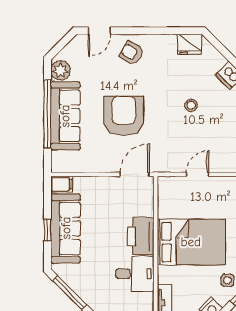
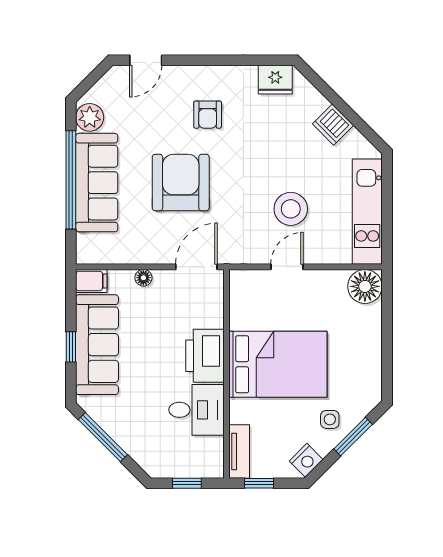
armchair: (132, 53) -> (208, 115), moved, turned -119
stool: (191, 105) -> (291, 209), moved, width x1.89, depth x1.89
floor lamp: (98, 182) -> (143, 278), added

